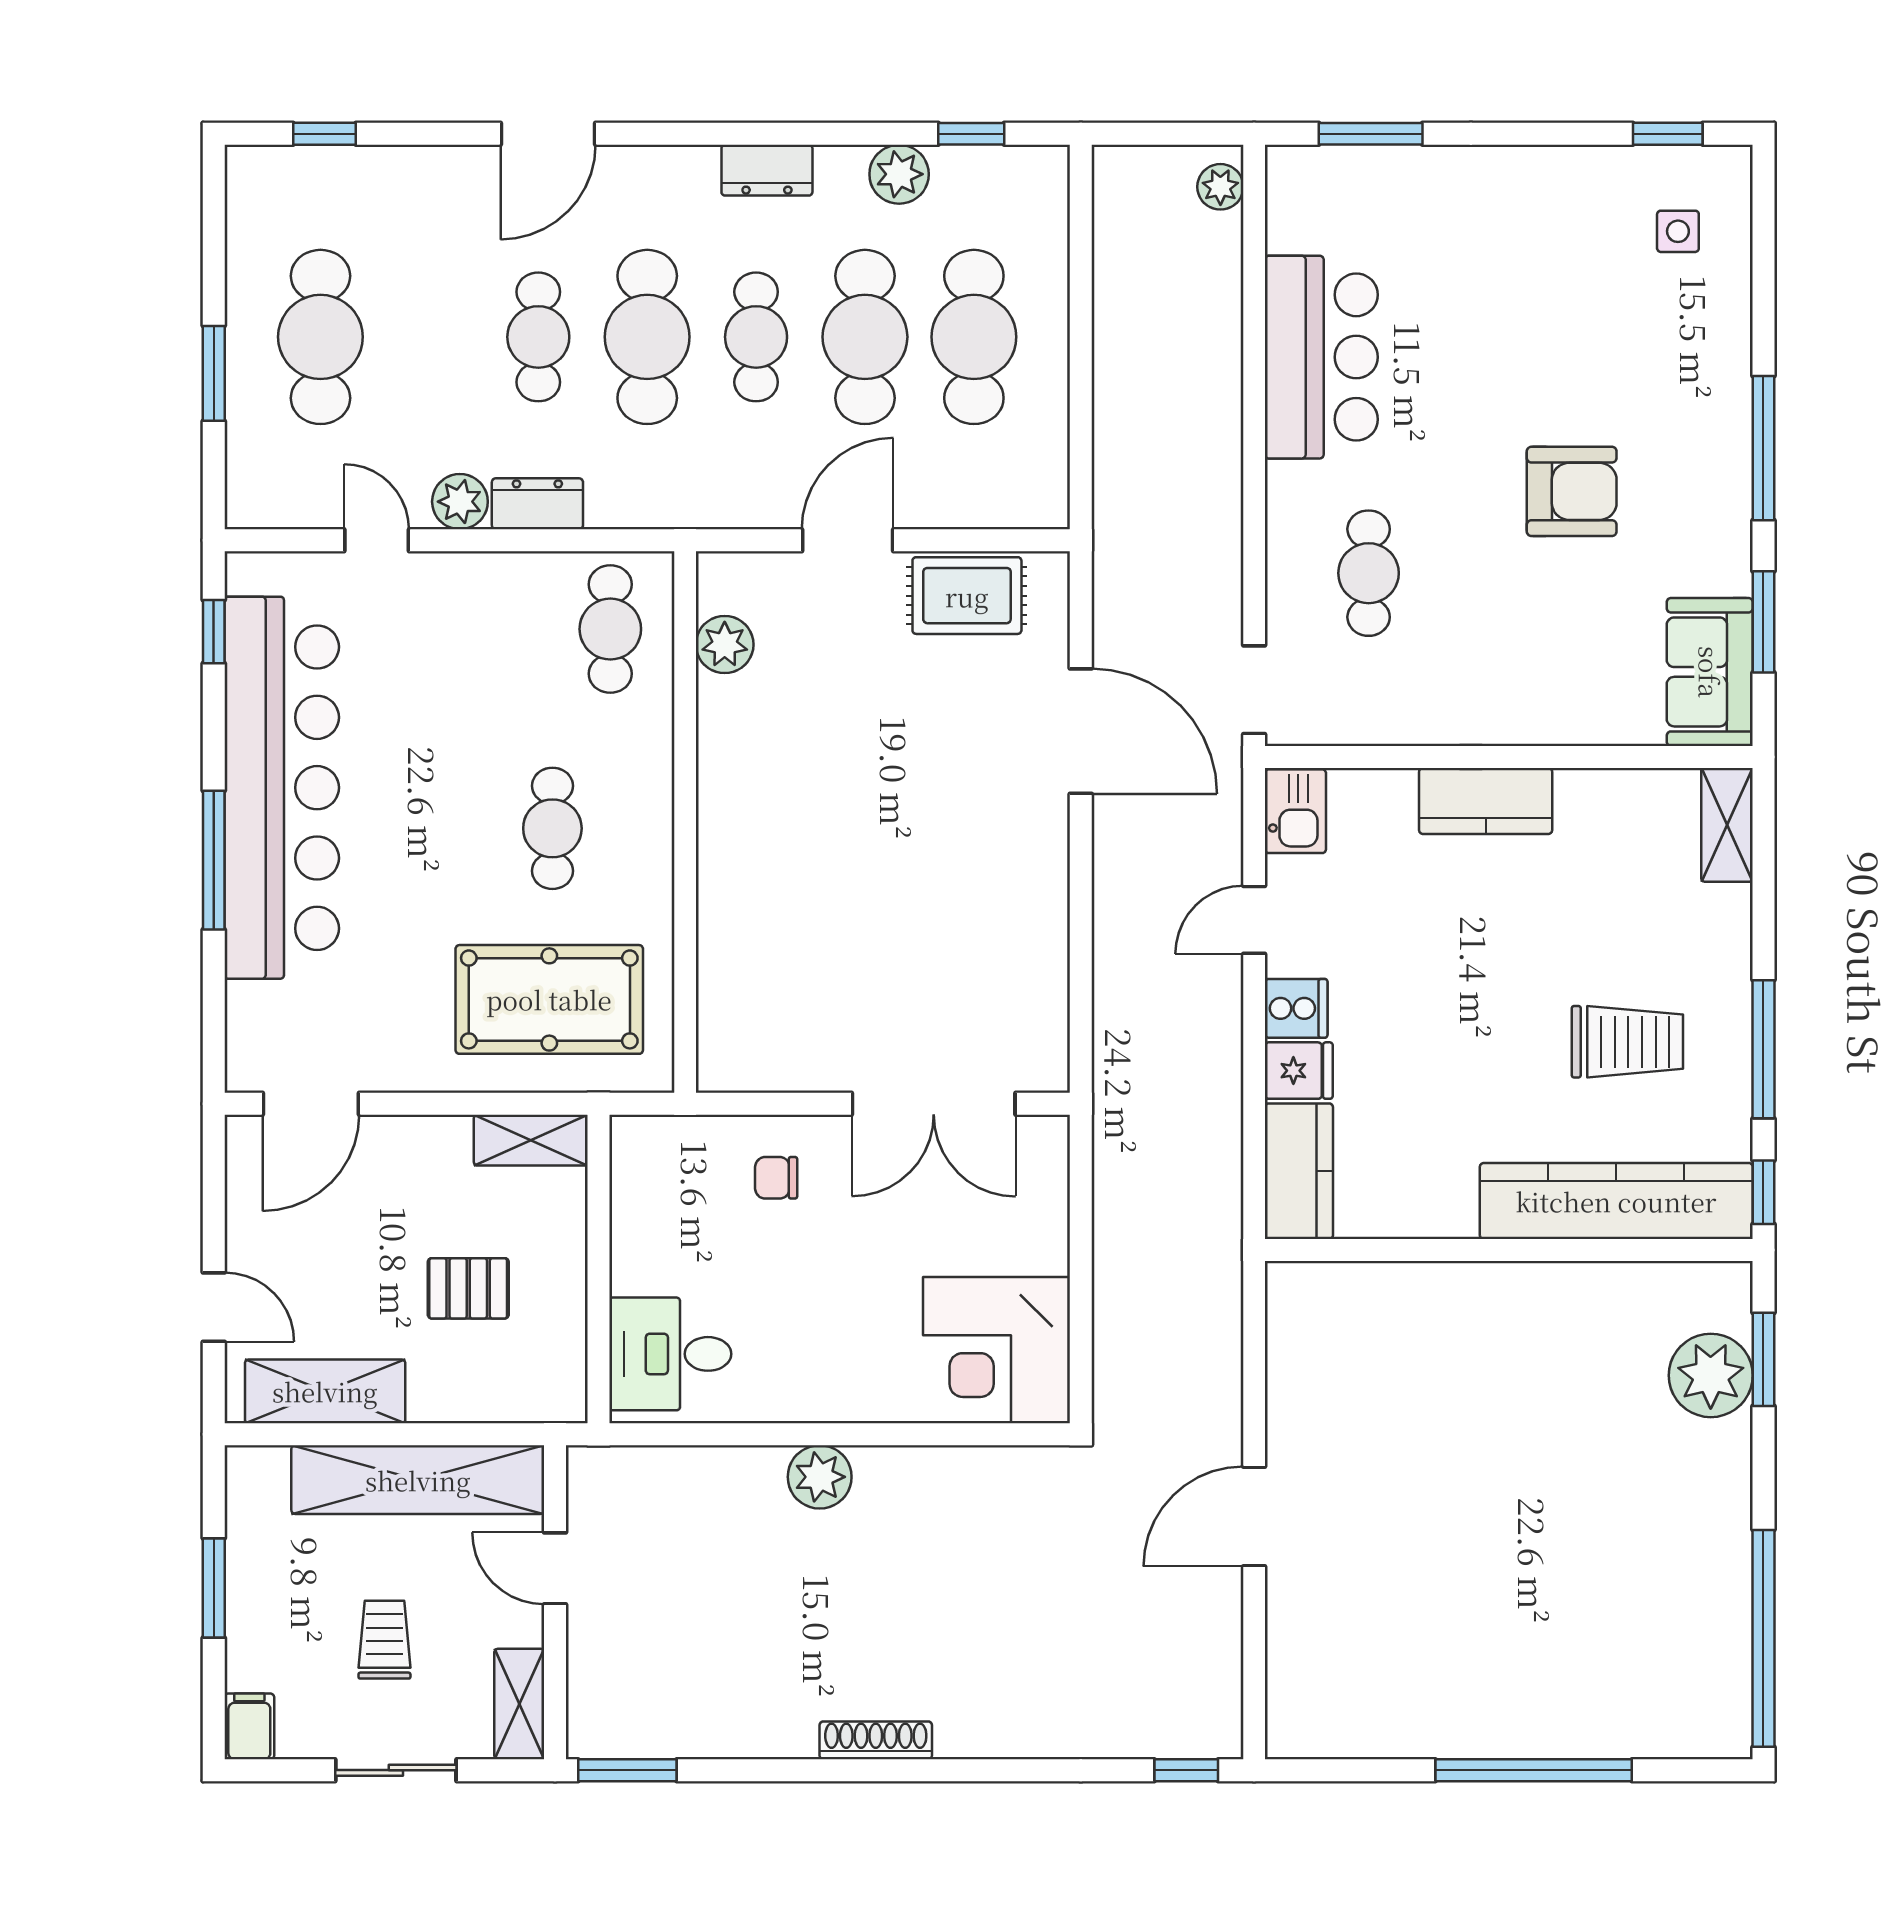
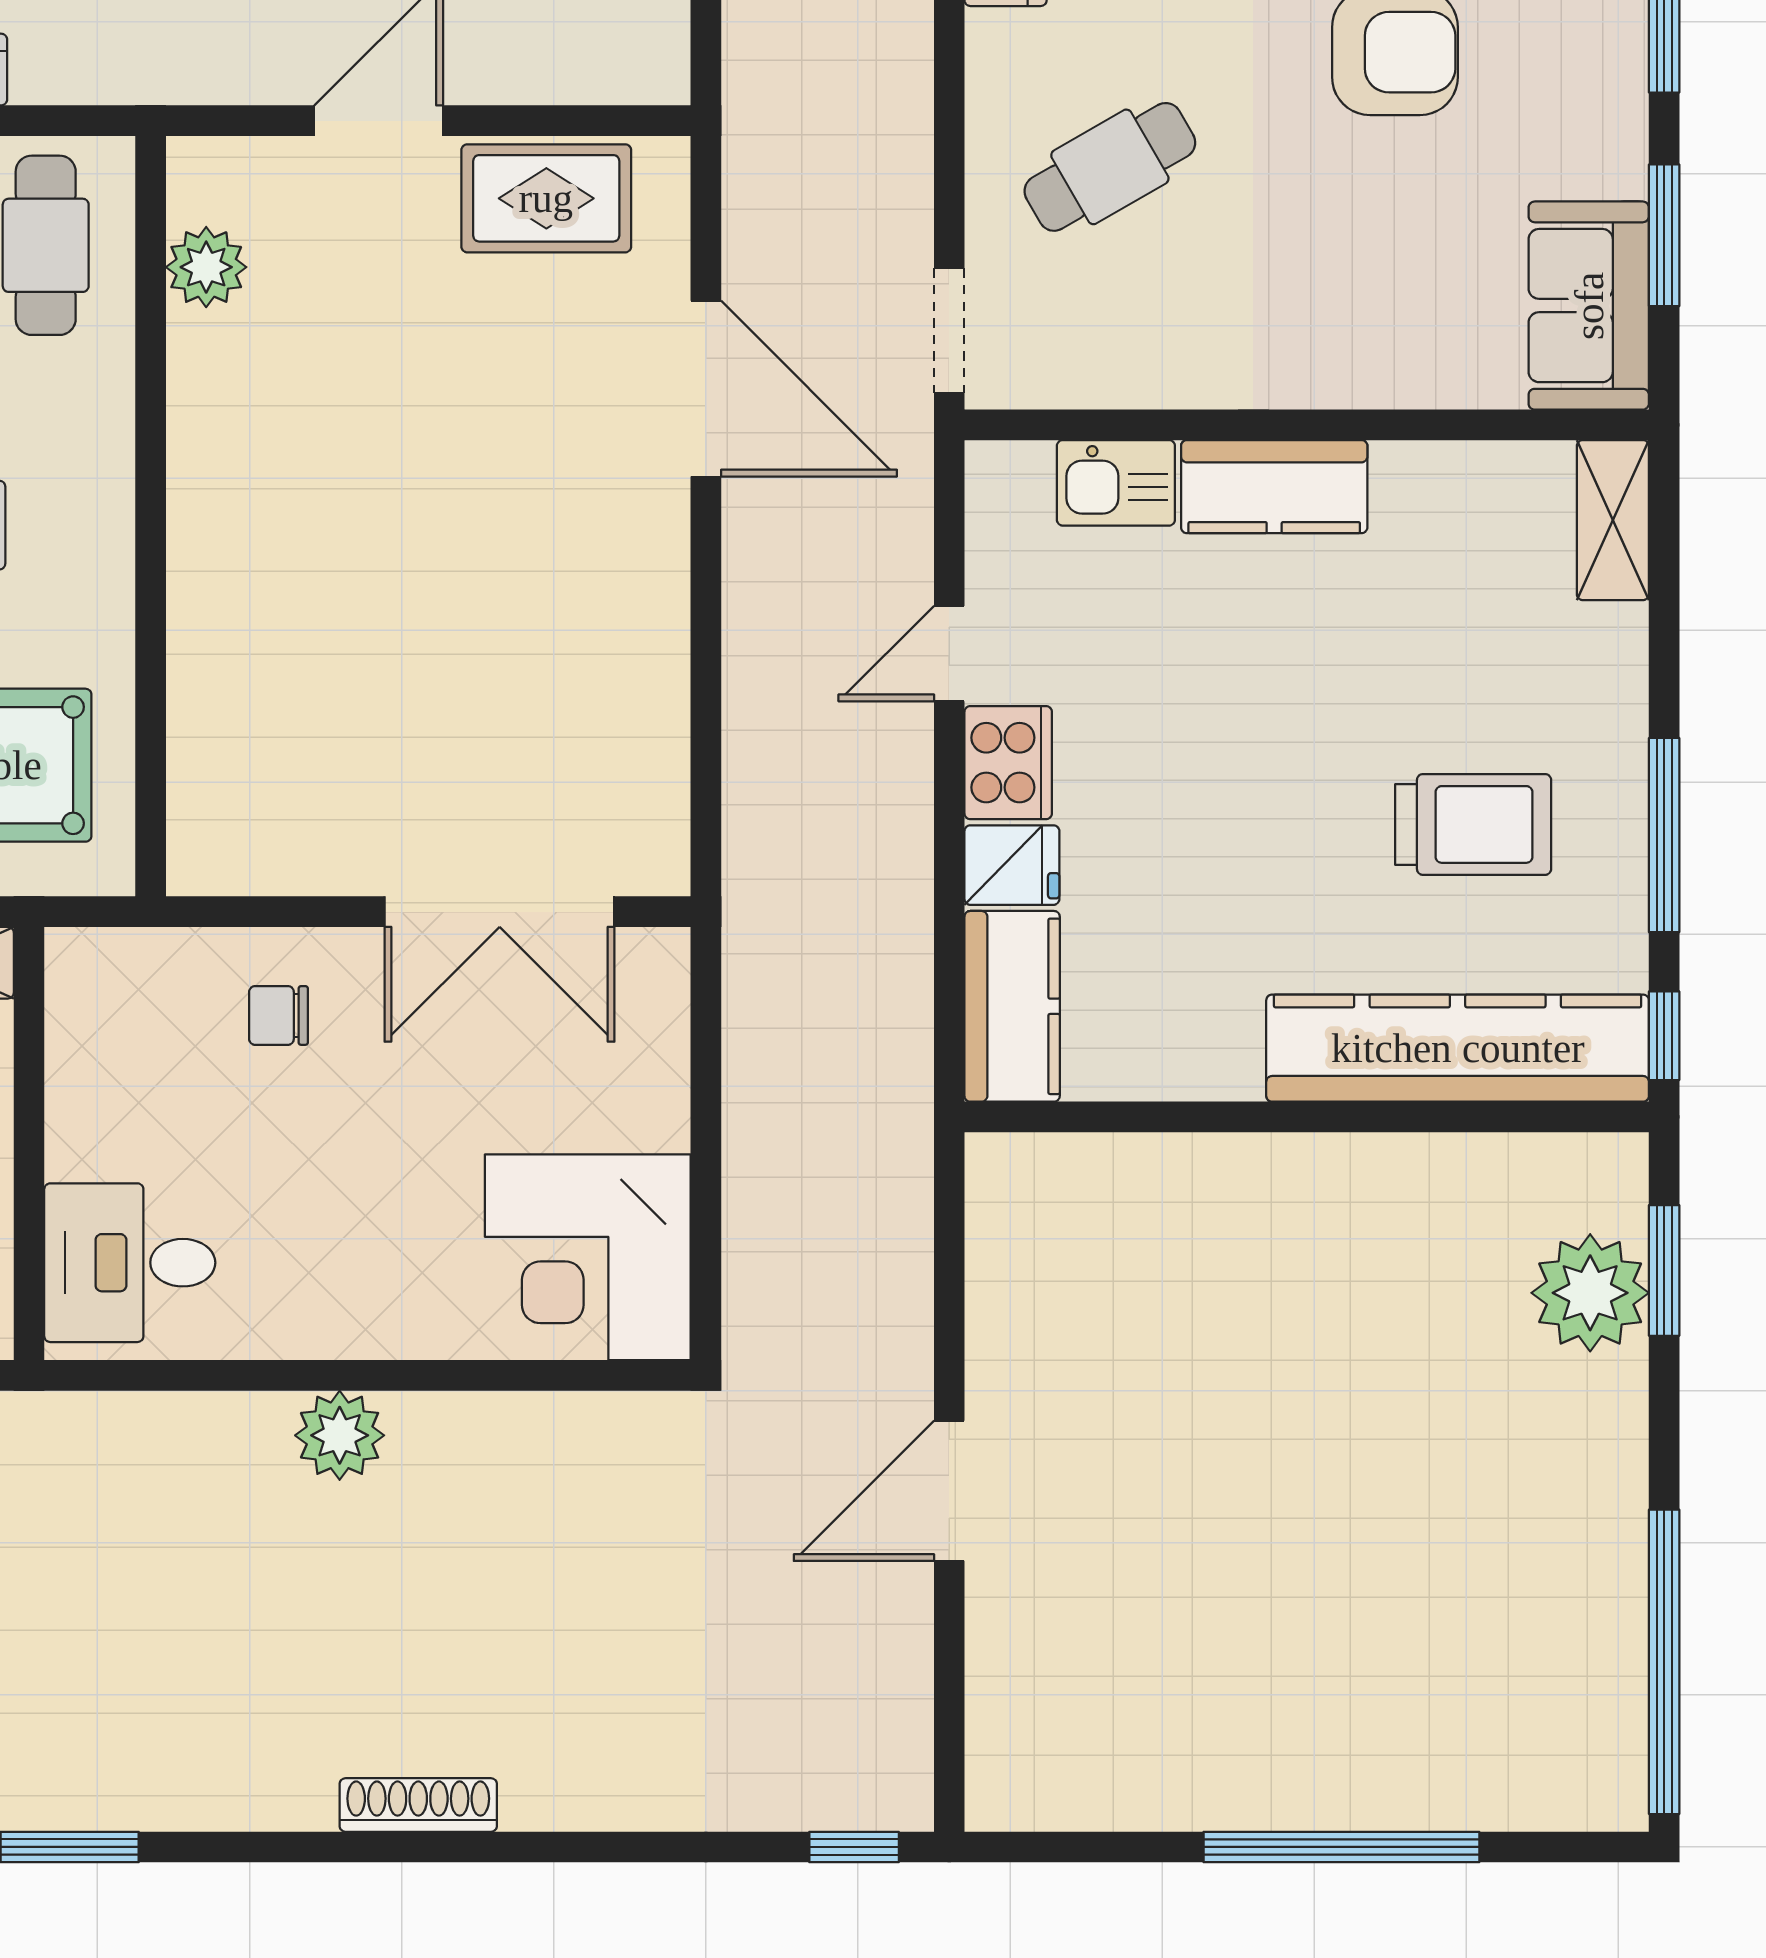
cafe table: (1369, 573) -> (1110, 167), turned 60
kitchen sink: (1295, 811) -> (1116, 483), moved, turned 90
cooker: (1296, 1008) -> (1008, 763), width x1.36

